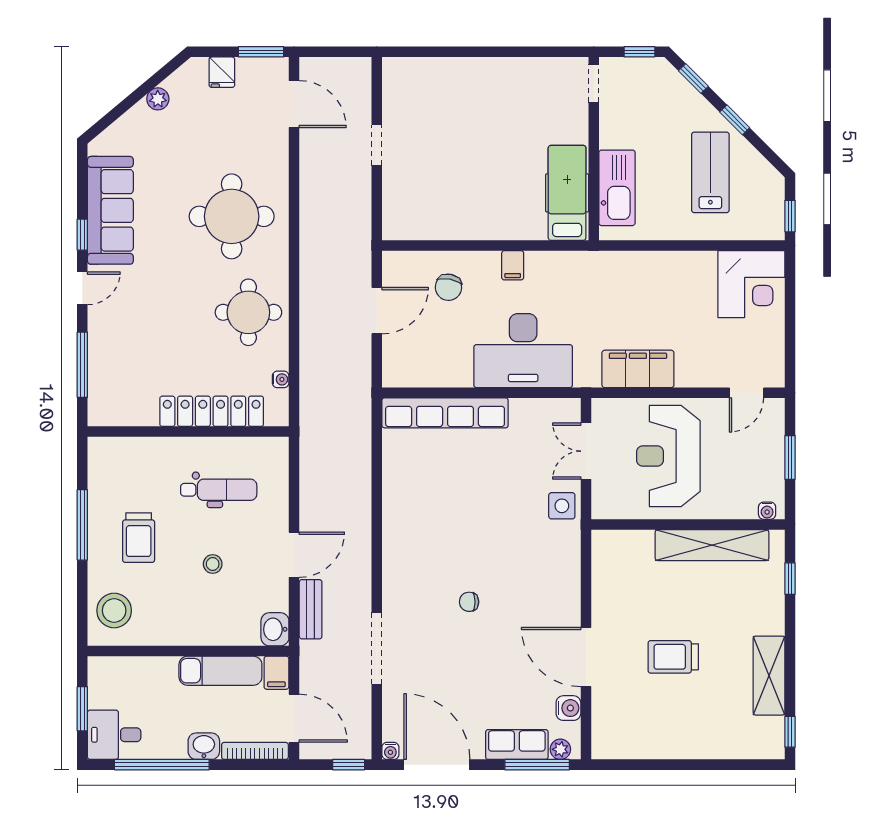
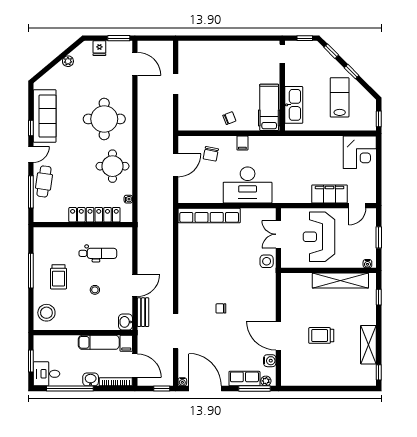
chair: (486, 215) -> (229, 118), added
cafe table: (109, 343) -> (44, 181), added
filing cabinet: (638, 369) -> (330, 194), moved

